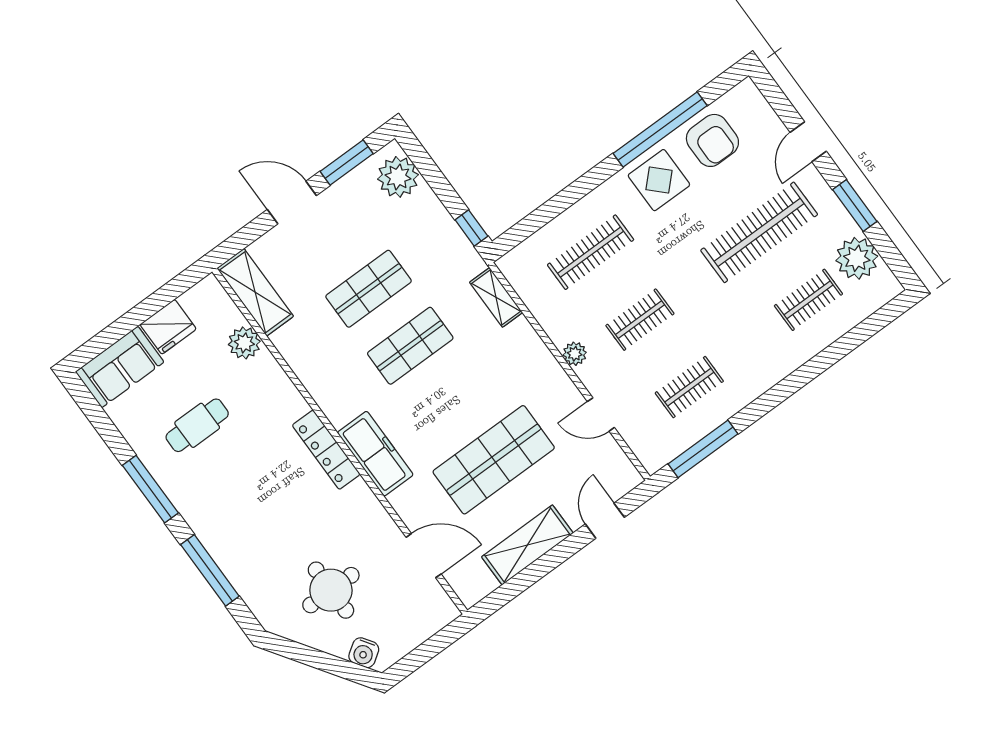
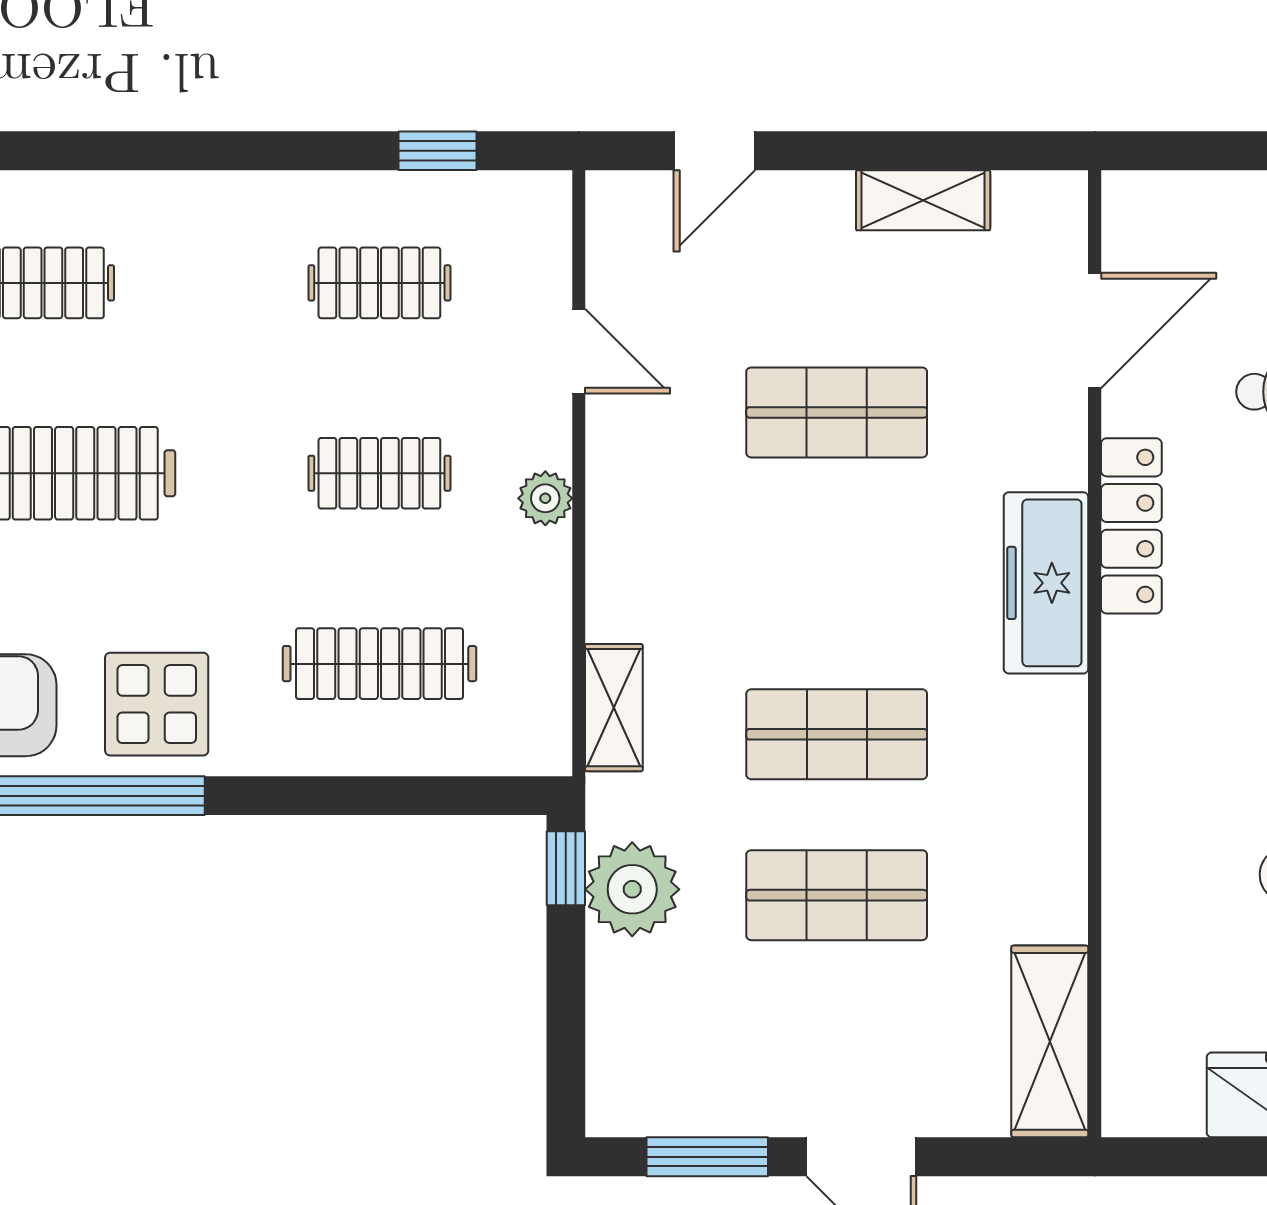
plant: (398, 177) -> (632, 889), moved
plant: (244, 343) -> (1138, 963), removed
window: (703, 449) -> (438, 151), width x0.46
locker: (326, 450) -> (1131, 526), moved
shop shelf: (494, 460) -> (837, 412), width x0.70, depth x0.74
shelving: (527, 545) -> (923, 200), width x0.67, depth x0.75
door: (424, 556) -> (1095, 330), swing flipped

